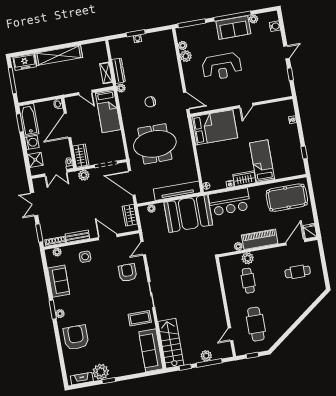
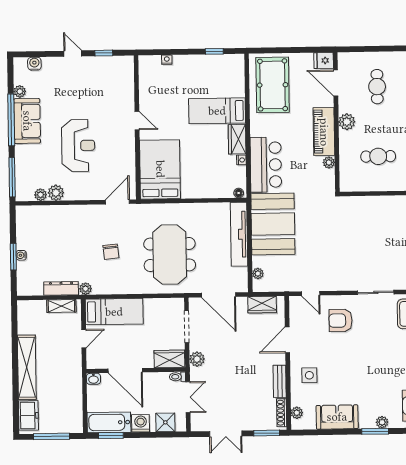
door: (132, 183) -> (218, 295), hinge flipped
plant: (248, 258) -> (347, 122), moved

